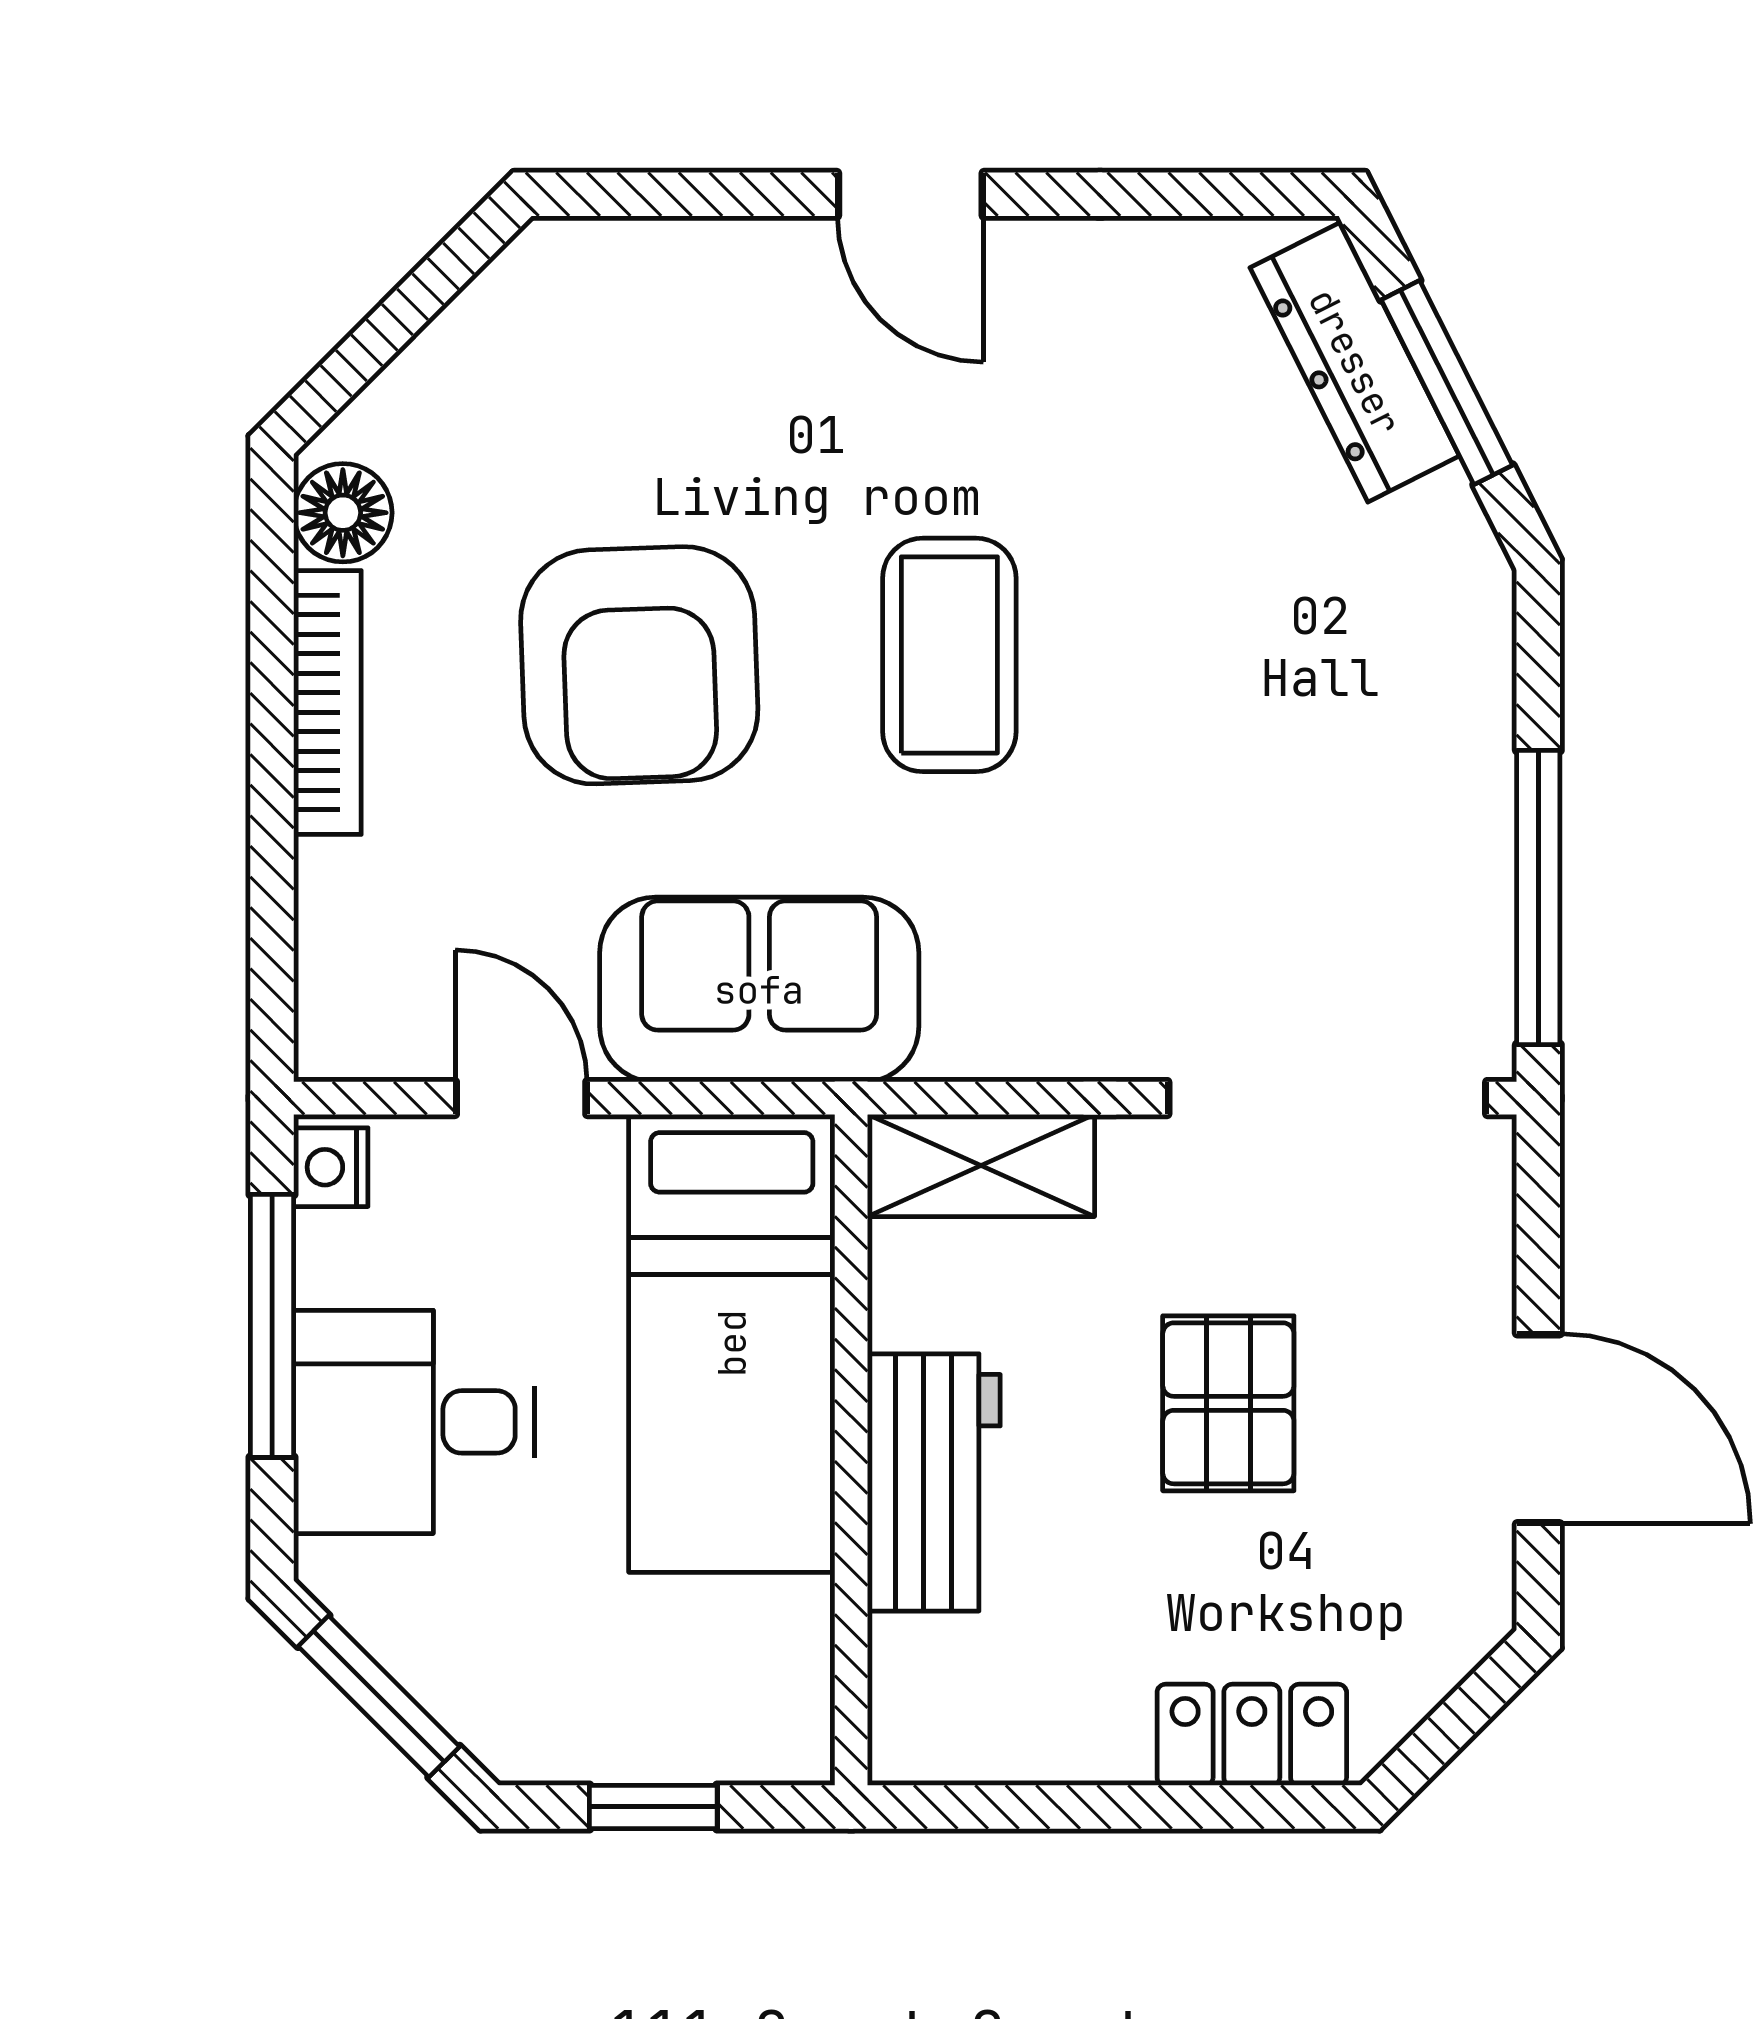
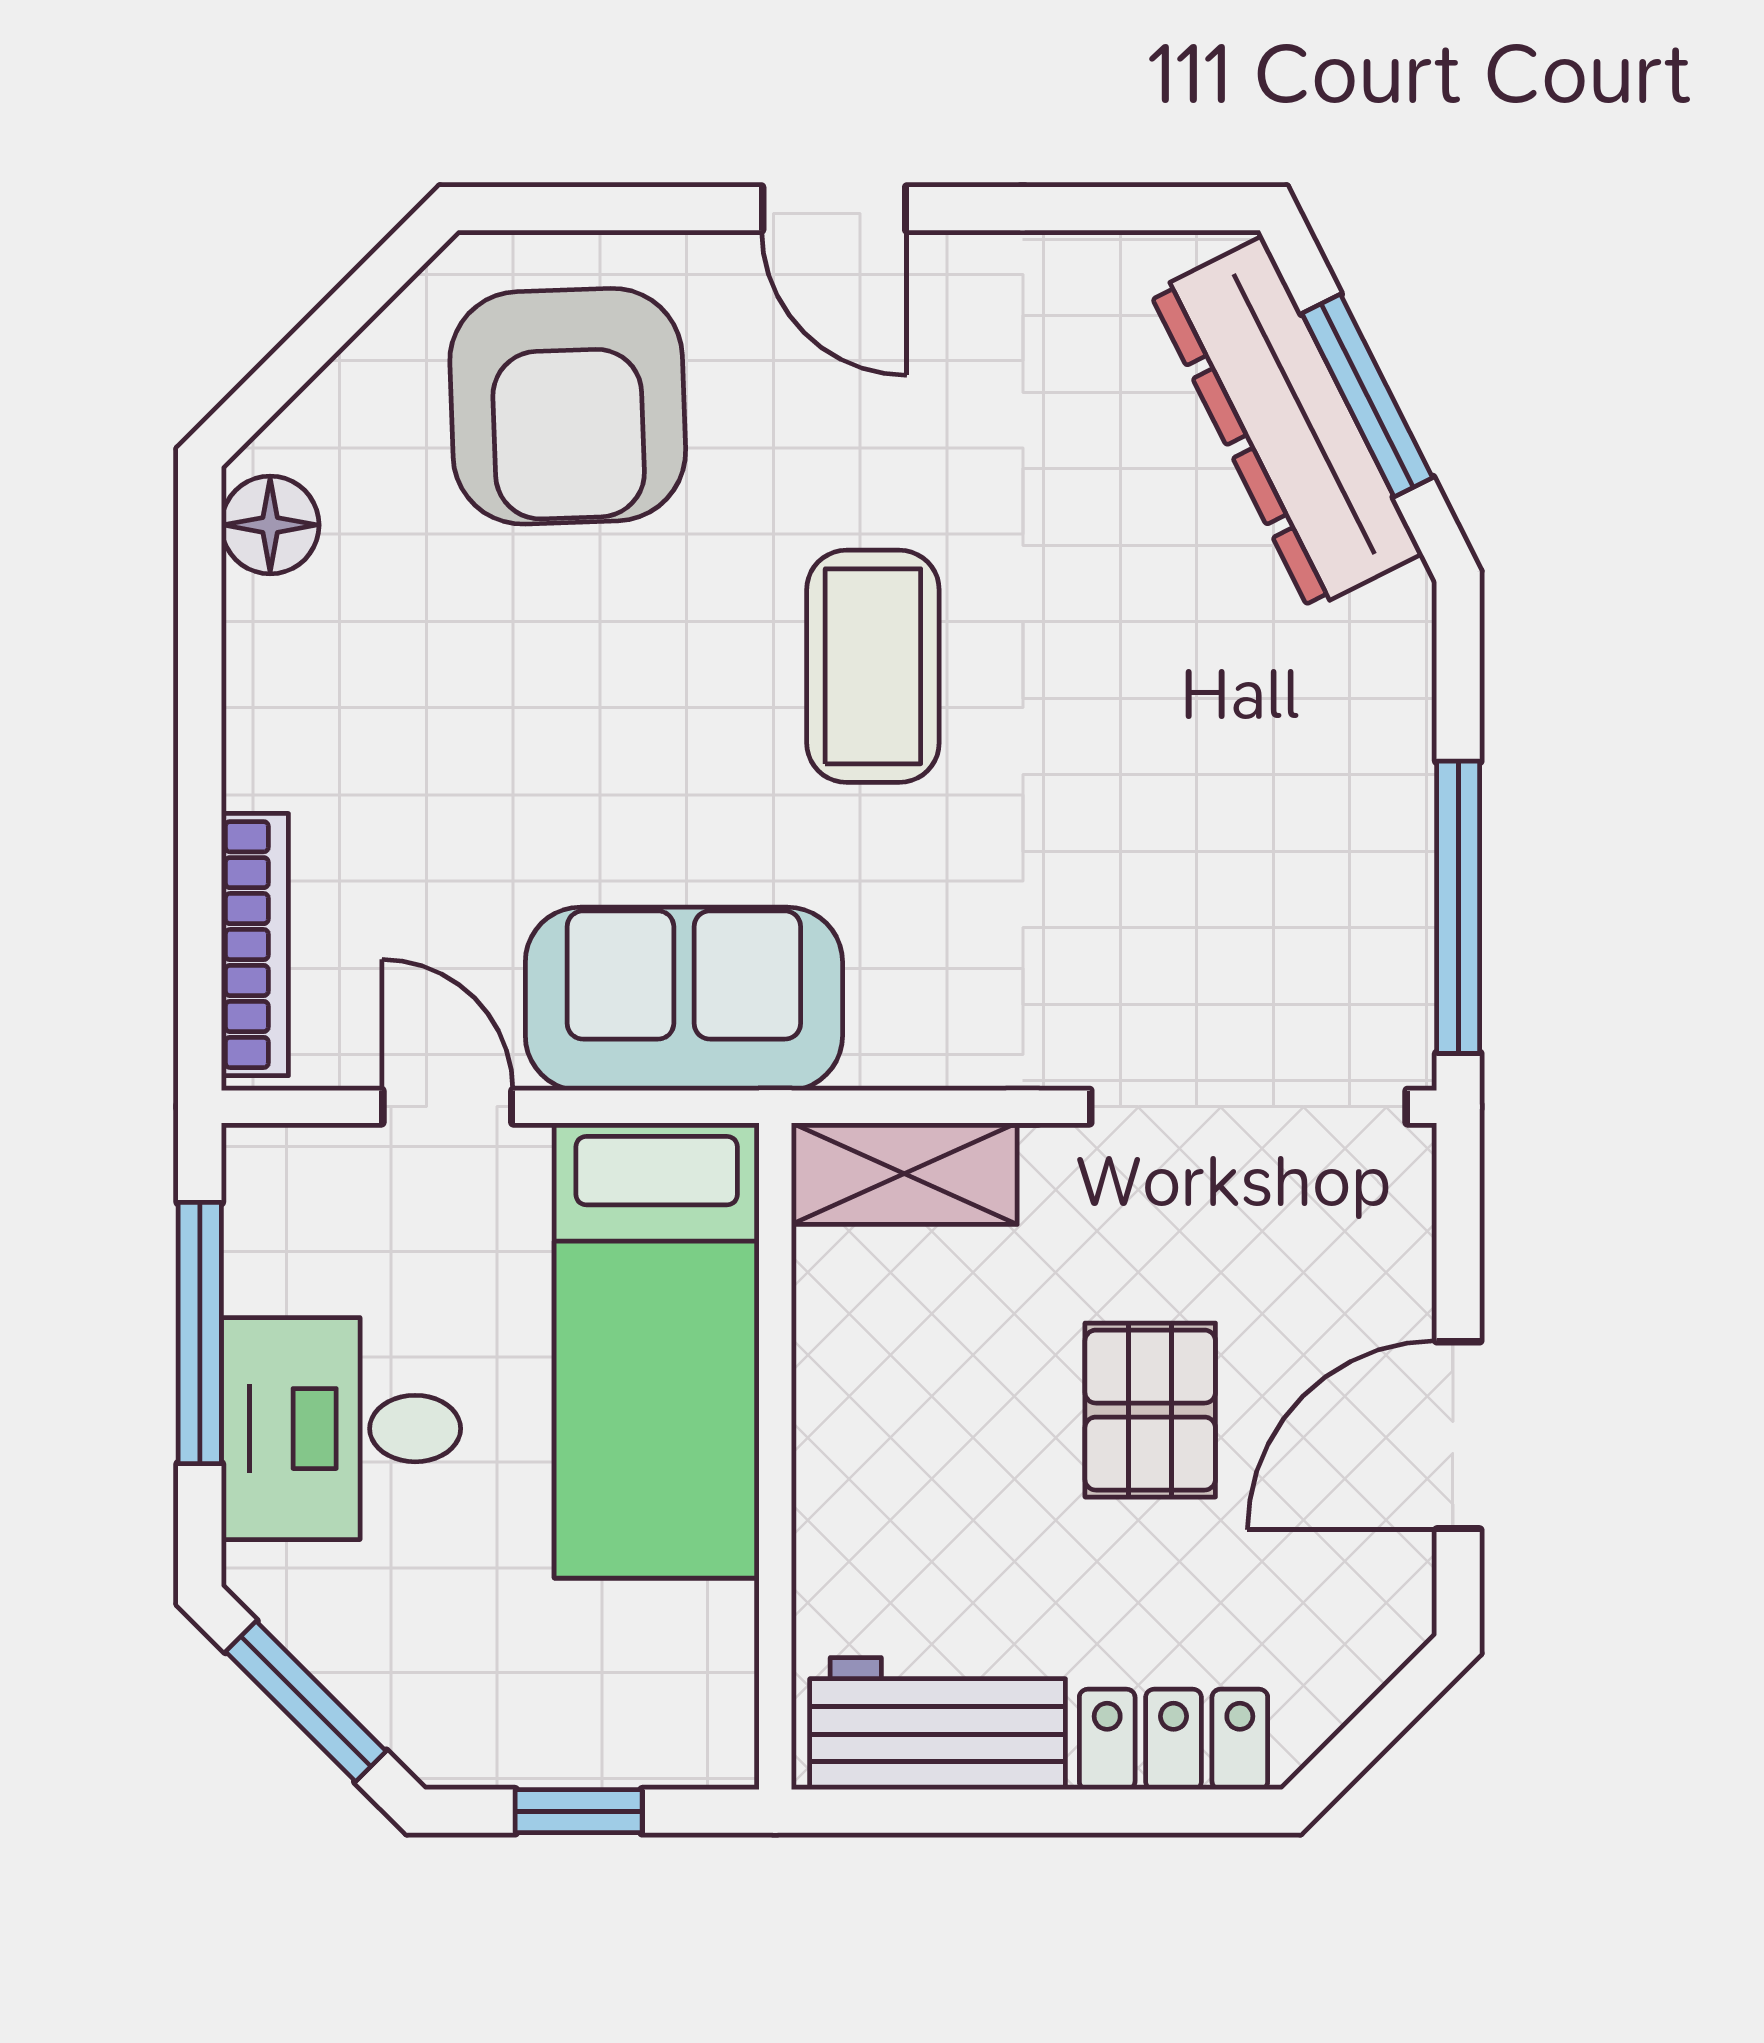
dresser: (1355, 362) -> (1286, 423), width x1.37, depth x1.24
armchair: (639, 665) -> (568, 406), moved
bookcase: (327, 702) -> (255, 945), moved
nightstand: (331, 1167) -> (258, 1175), removed
door: (1538, 1429) -> (1458, 1435), swing flipped
workbench: (934, 1482) -> (938, 1724), moved, turned -90

